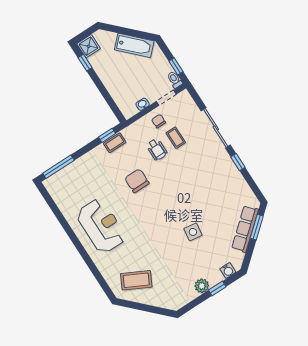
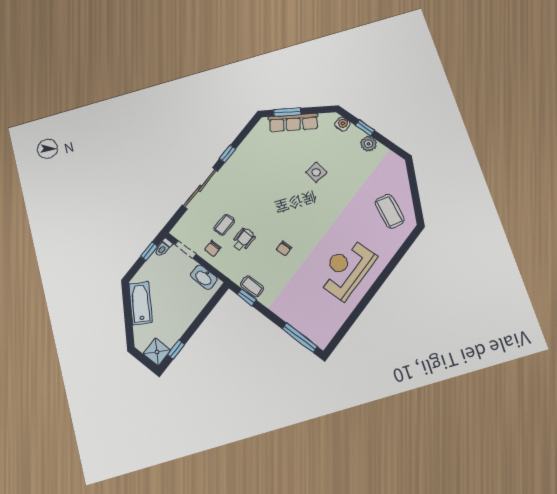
washbasin: (143, 104) -> (204, 277), width x1.91, depth x1.45
chair: (137, 181) -> (284, 248), width x0.54, depth x0.54

